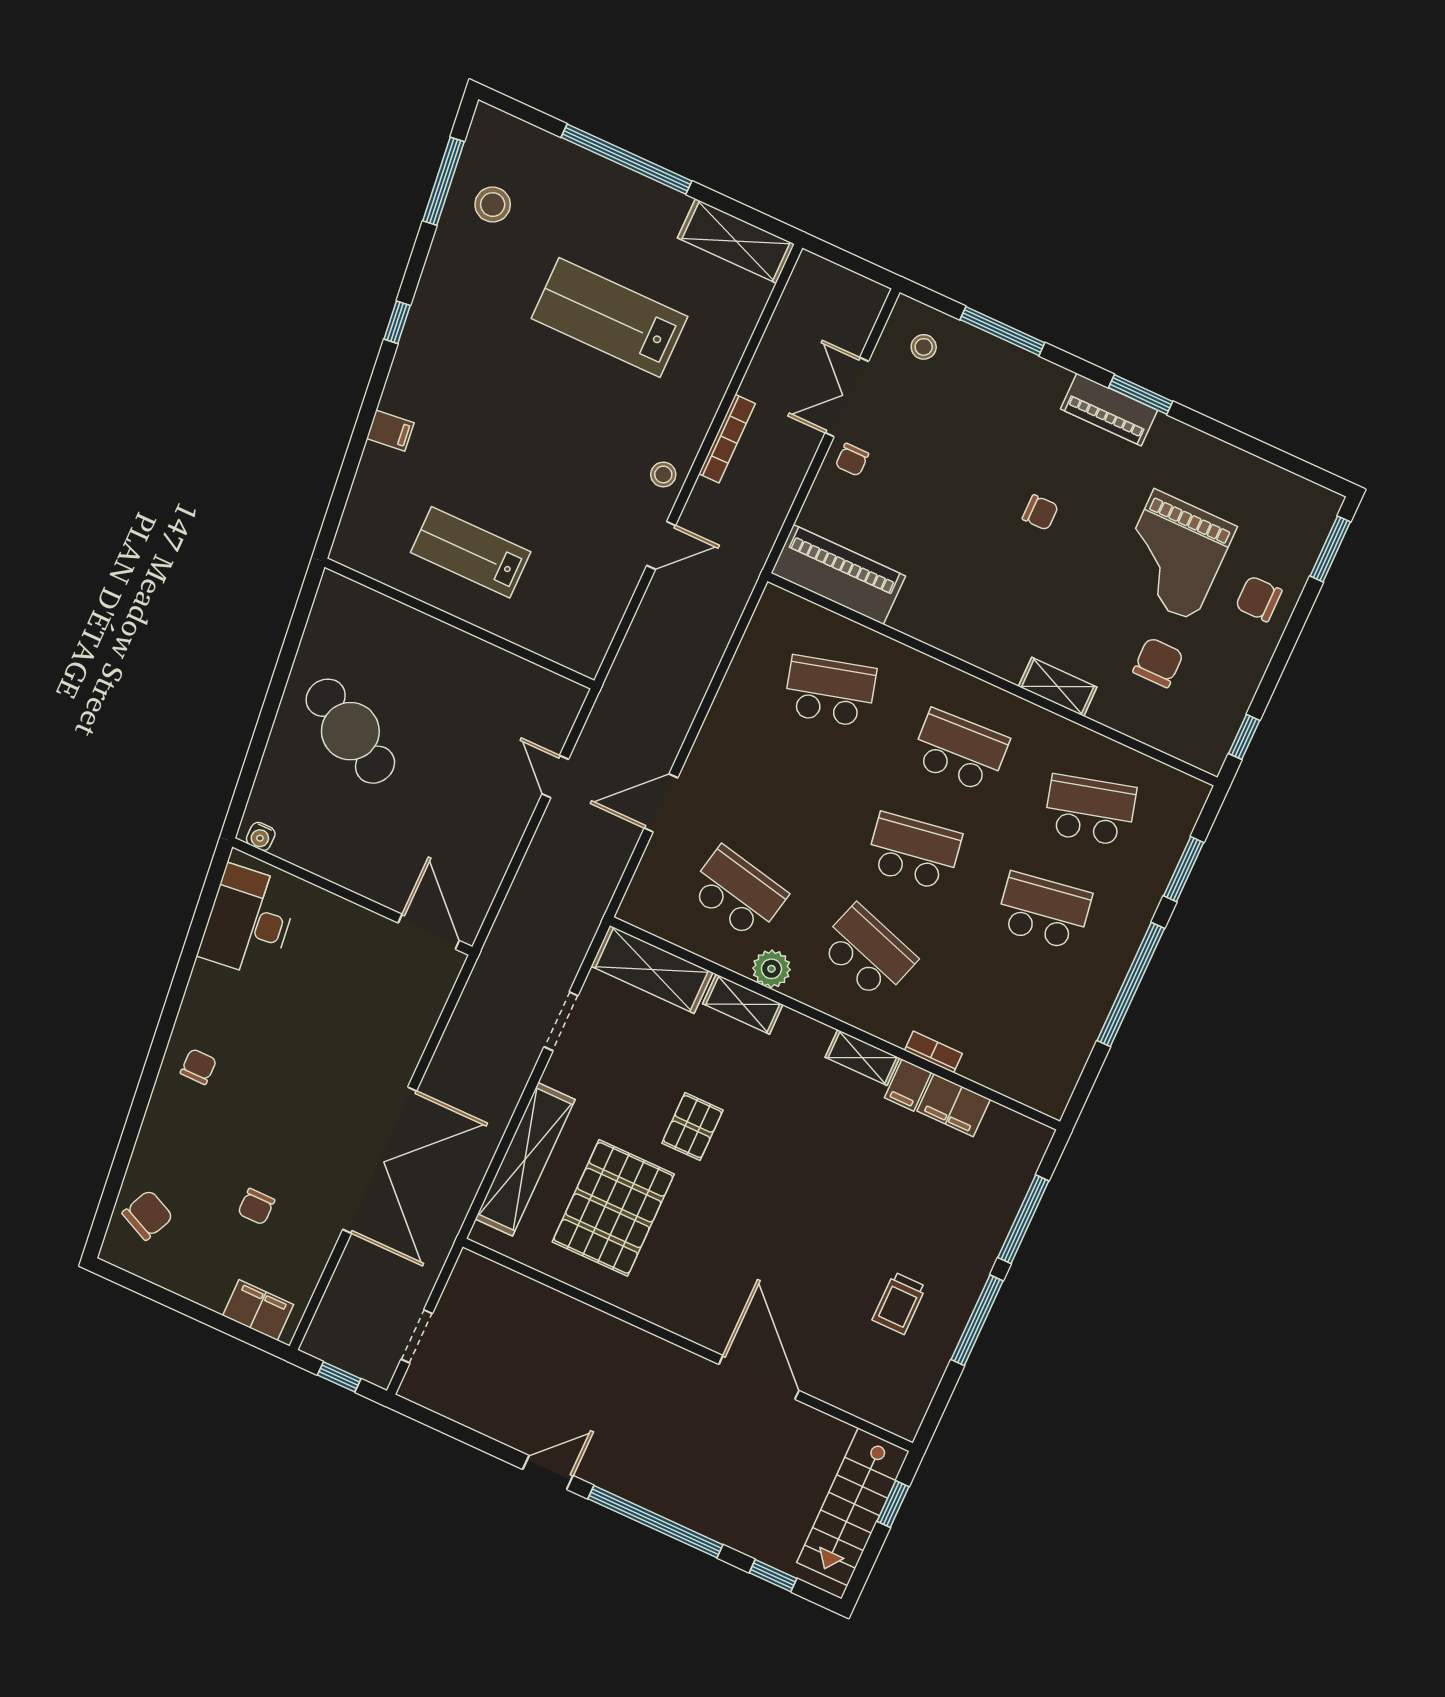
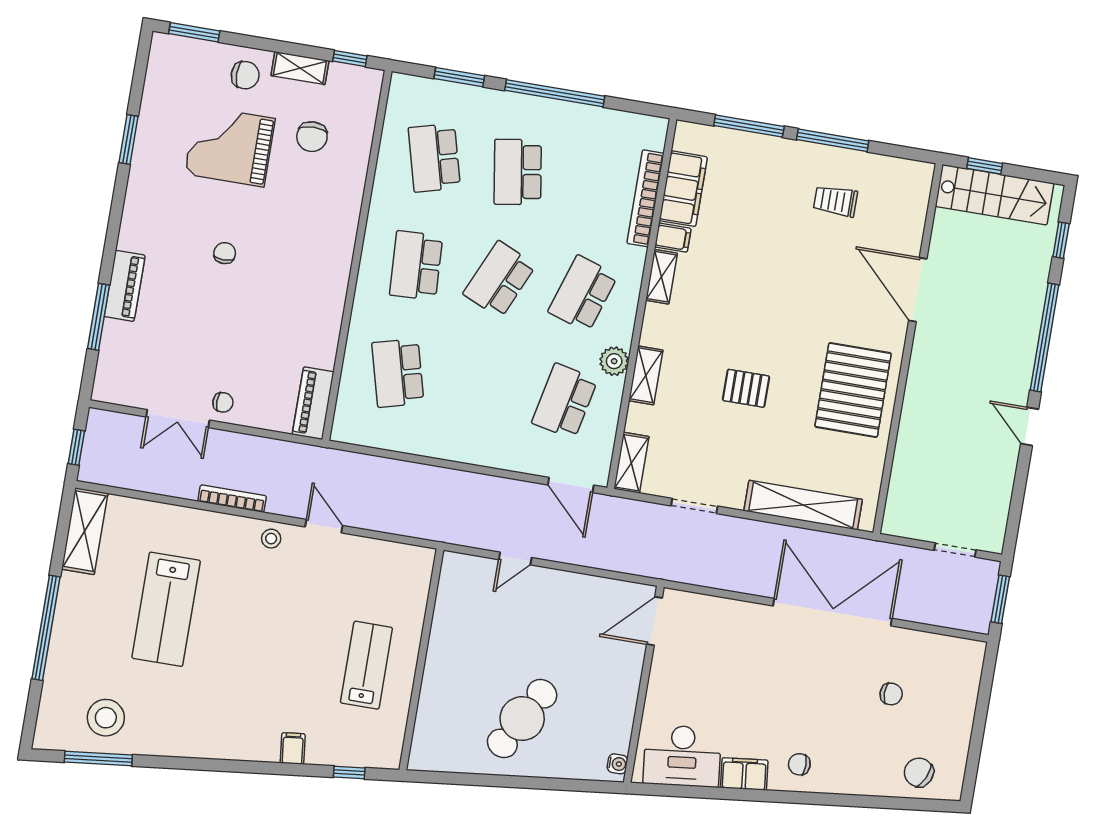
stool: (493, 205) -> (106, 718), width x1.38, depth x1.38
window: (845, 259) -> (76, 447), added
window: (397, 322) -> (349, 773), moved
stool: (924, 347) -> (126, 372), removed
window: (1141, 394) -> (129, 140), moved
piano: (1109, 410) -> (125, 286), moved
lab bench: (471, 552) -> (366, 665), turned 180
grand piano: (1174, 555) -> (230, 146), turned 180
piano: (838, 574) -> (313, 403), width x0.73, depth x0.75
chair: (1259, 599) -> (245, 75), turned -90
chair: (1158, 663) -> (312, 137), turned -91
shelving: (1058, 687) -> (300, 68), moved, turned 90
door: (661, 803) -> (571, 485), moved
school desk: (914, 851) -> (499, 280), turned 33
shelving: (652, 969) -> (631, 463), width x0.67, depth x0.75
bookcase: (933, 1052) -> (645, 198), width x2.31, depth x1.31
filing cabinet: (954, 1105) -> (683, 189), width x1.50, depth x1.17
pallet: (613, 1208) -> (853, 390), moved, turned 90
trolley: (899, 1303) -> (835, 201), turned 180
filing cabinet: (258, 1310) -> (744, 774), moved, turned 84
window: (339, 1377) -> (1000, 599), width x1.50
door: (759, 1377) -> (918, 290), hinge flipped

